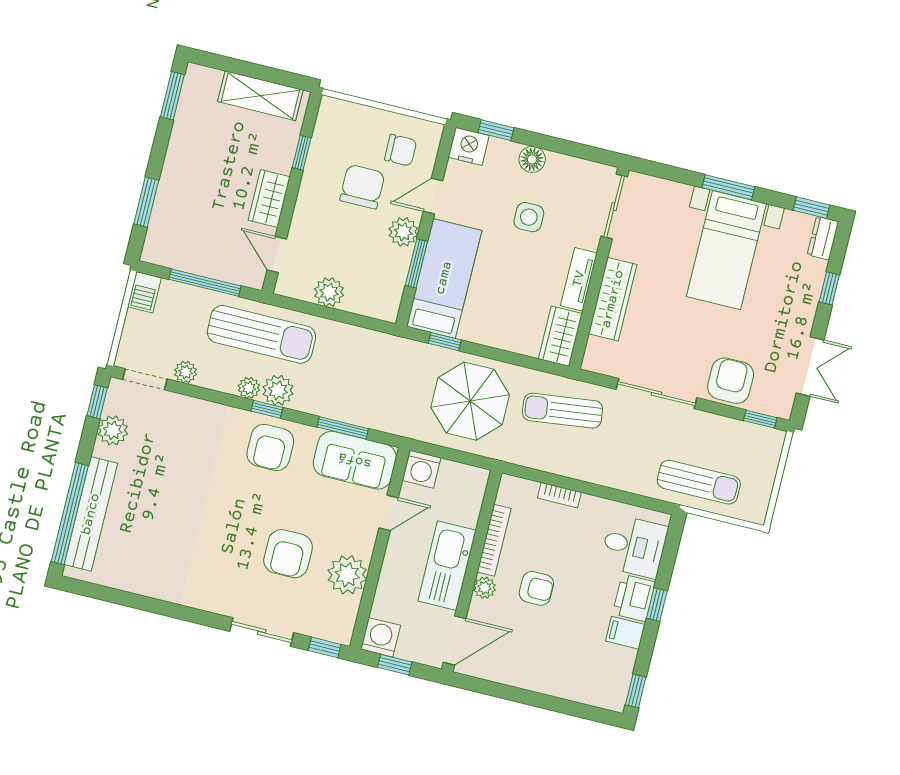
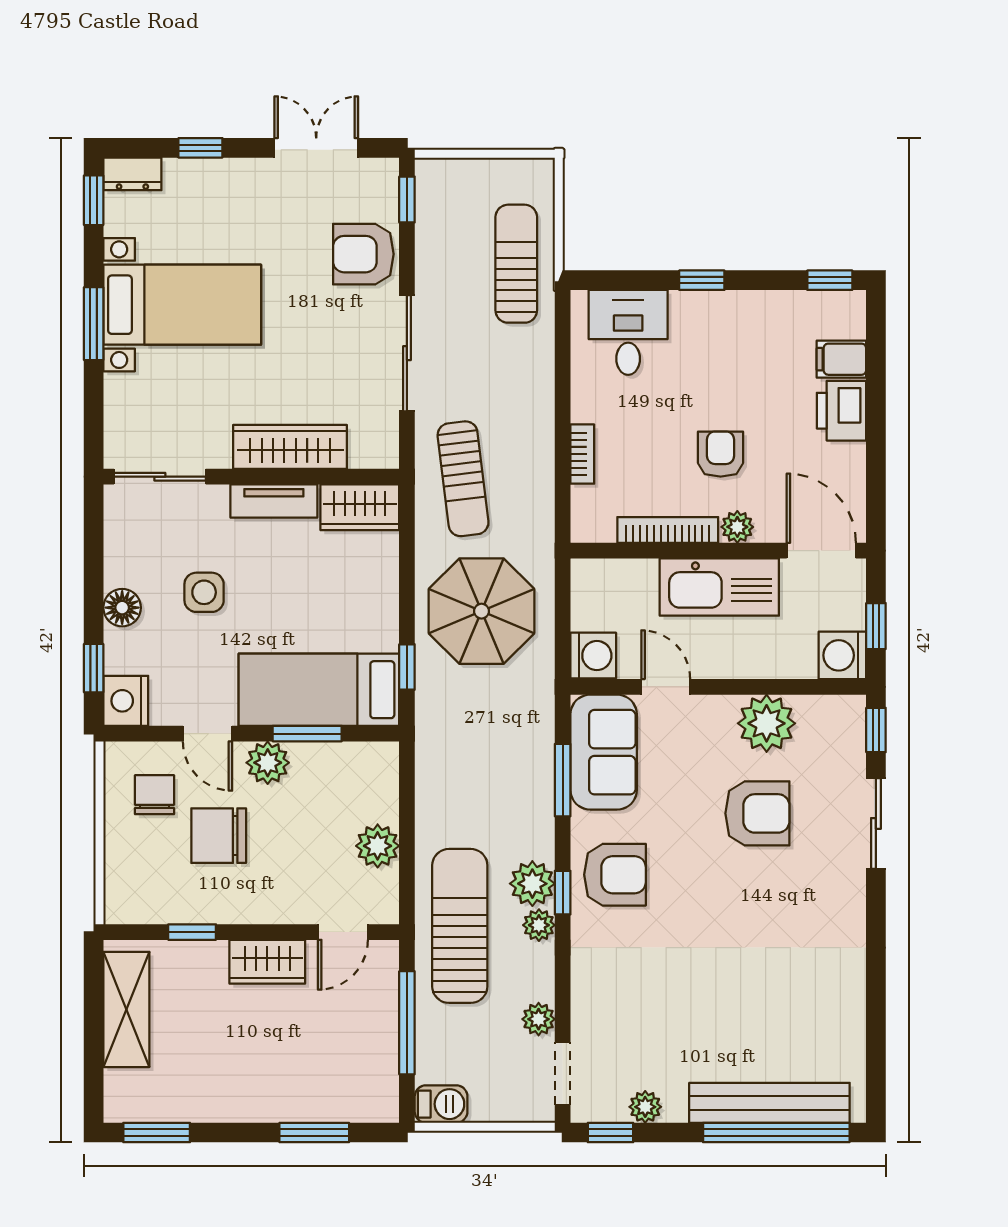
plant: (113, 430) -> (645, 1107), width x0.73, depth x0.73
printer: (634, 598) -> (842, 411), moved, turned 90
filing cabinet: (625, 633) -> (841, 359), moved, turned 90

